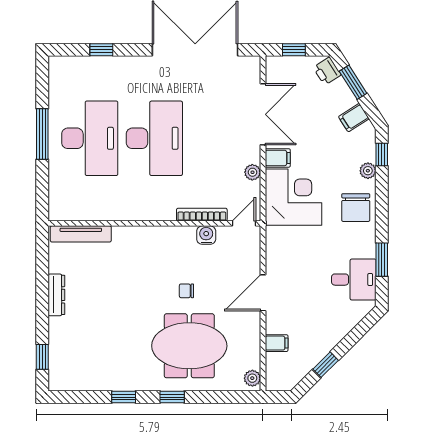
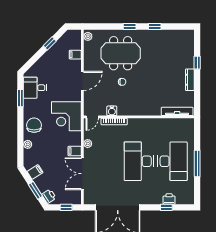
printer: (96, 66) -> (169, 199), added
desk: (90, 138) -> (172, 161), turned 180
window: (382, 154) -> (20, 153), removed
corner desk: (293, 197) -> (66, 116), moved
window: (42, 357) -> (197, 63), moved

